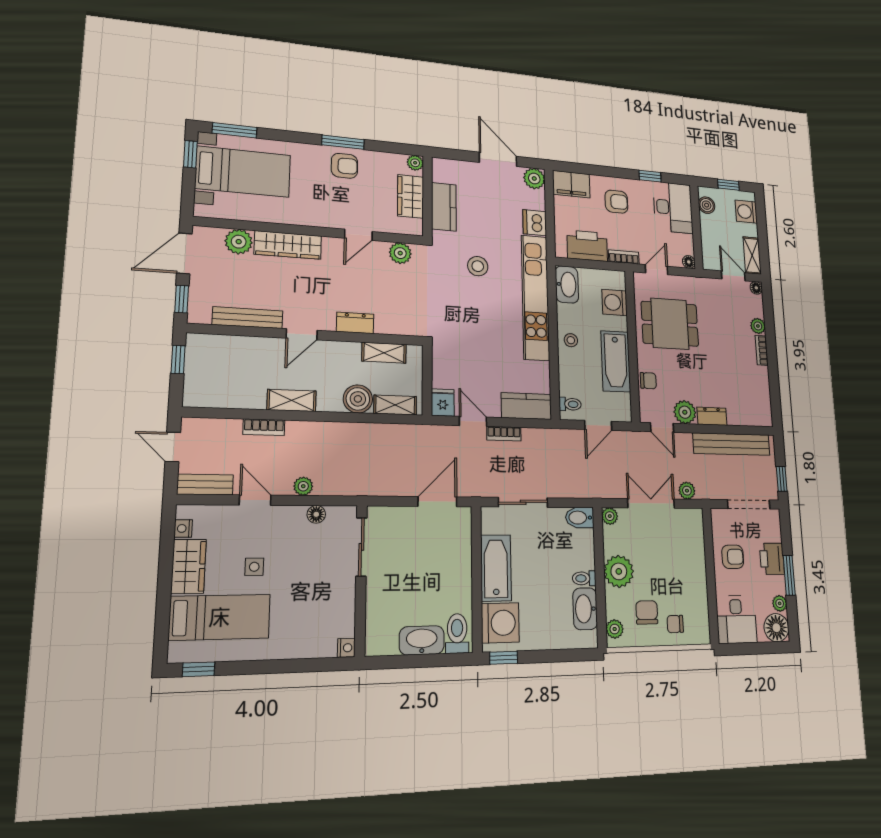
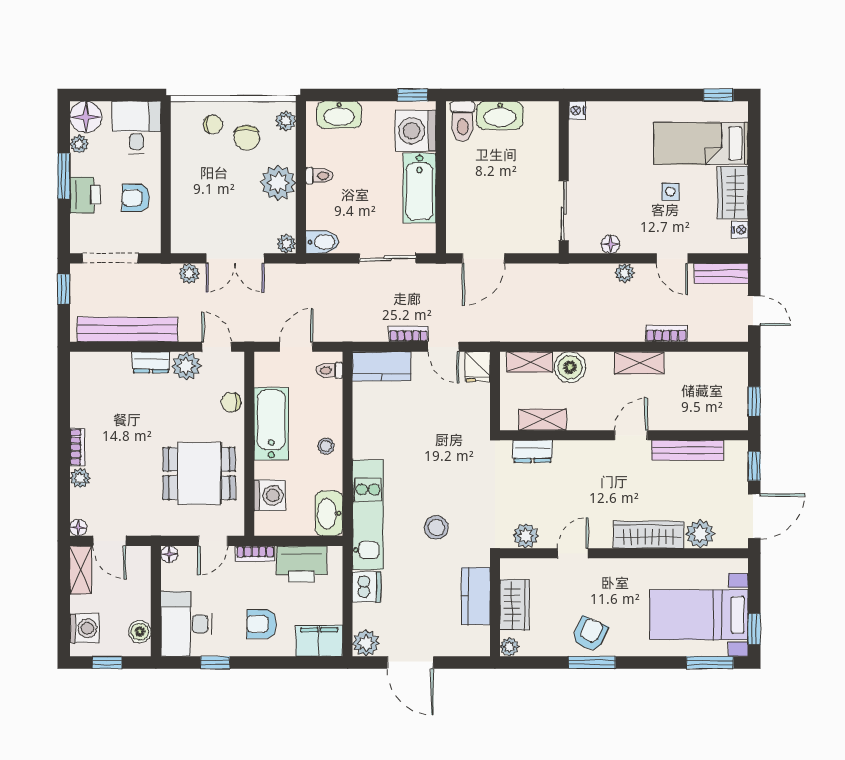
armchair: (344, 166) -> (590, 634), turned 114
kitchen unit: (535, 297) -> (368, 515), width x0.73
dresser: (355, 323) -> (533, 451), moved
washbasin: (585, 609) -> (339, 115), moved, turned 90

